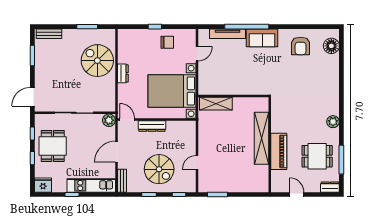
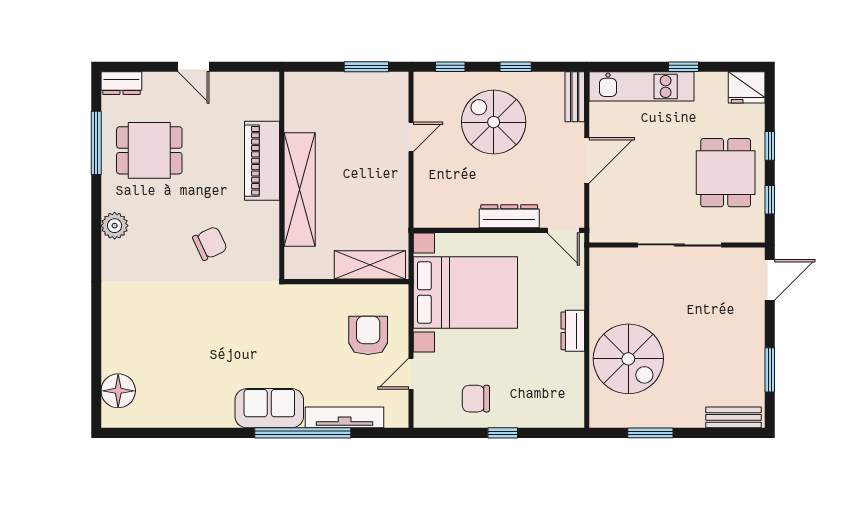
armchair: (301, 46) -> (368, 335), moved
chair: (289, 114) -> (210, 243), added
plant: (109, 120) -> (603, 229), removed
shelving: (262, 138) -> (300, 190), moved
wall: (270, 145) -> (282, 175), moved
piano: (279, 151) -> (262, 161), moved

